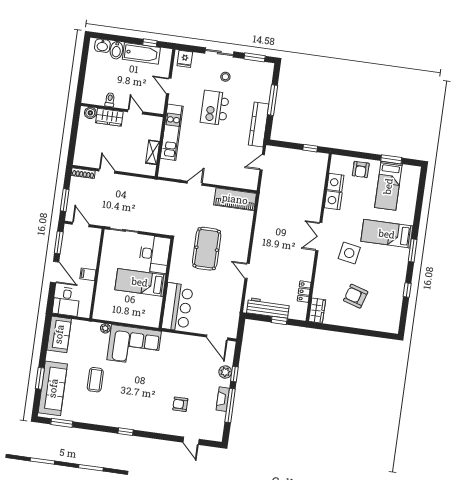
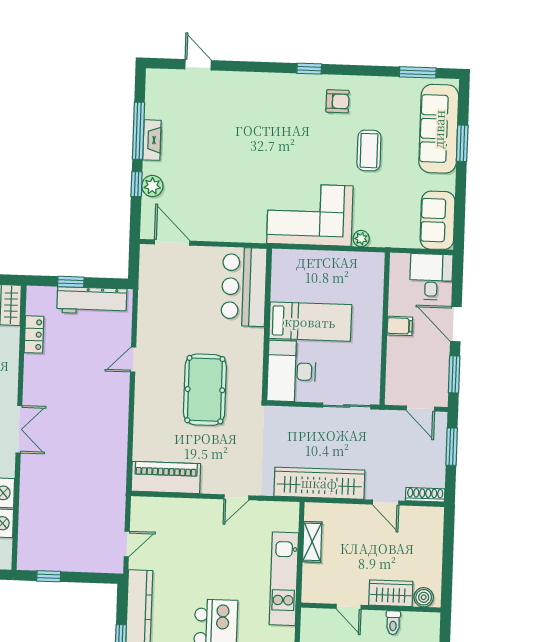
wardrobe: (145, 187) -> (319, 483), added
door: (247, 271) -> (133, 359), swing flipped
armchair: (180, 404) -> (338, 101), moved

